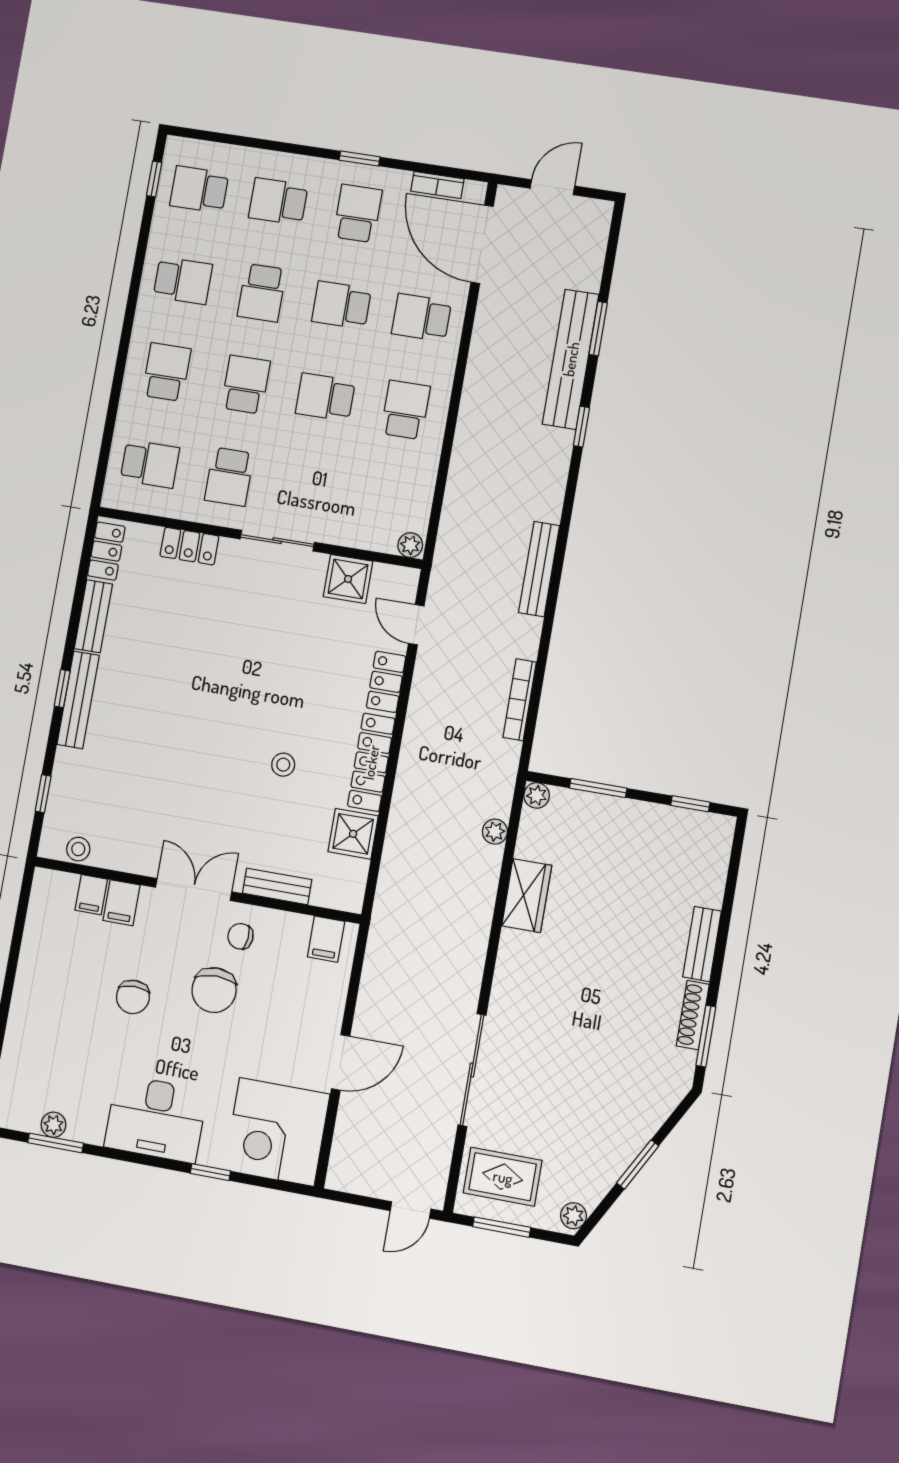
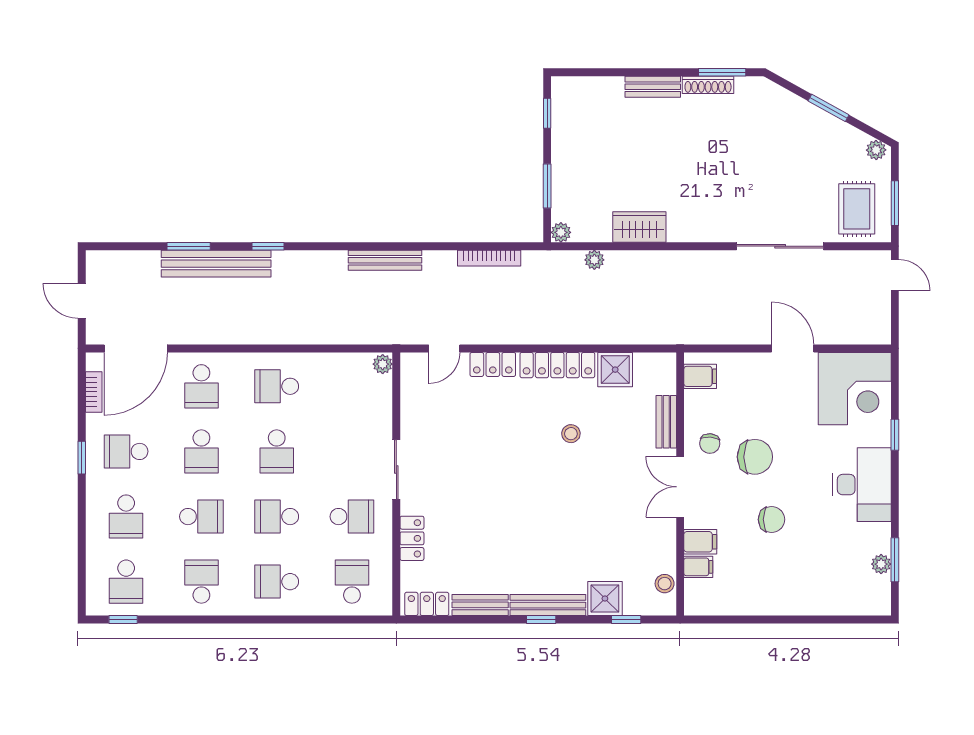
shower: (348, 579) -> (605, 599), moved

